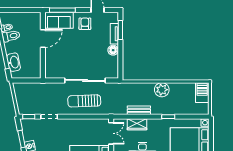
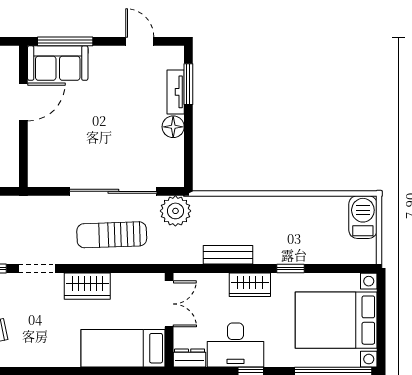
armchair: (85, 24) -> (113, 70), removed
plant: (162, 90) -> (175, 211), moved
wardrobe: (137, 124) -> (250, 285), moved
wardrobe: (73, 125) -> (87, 286), added

